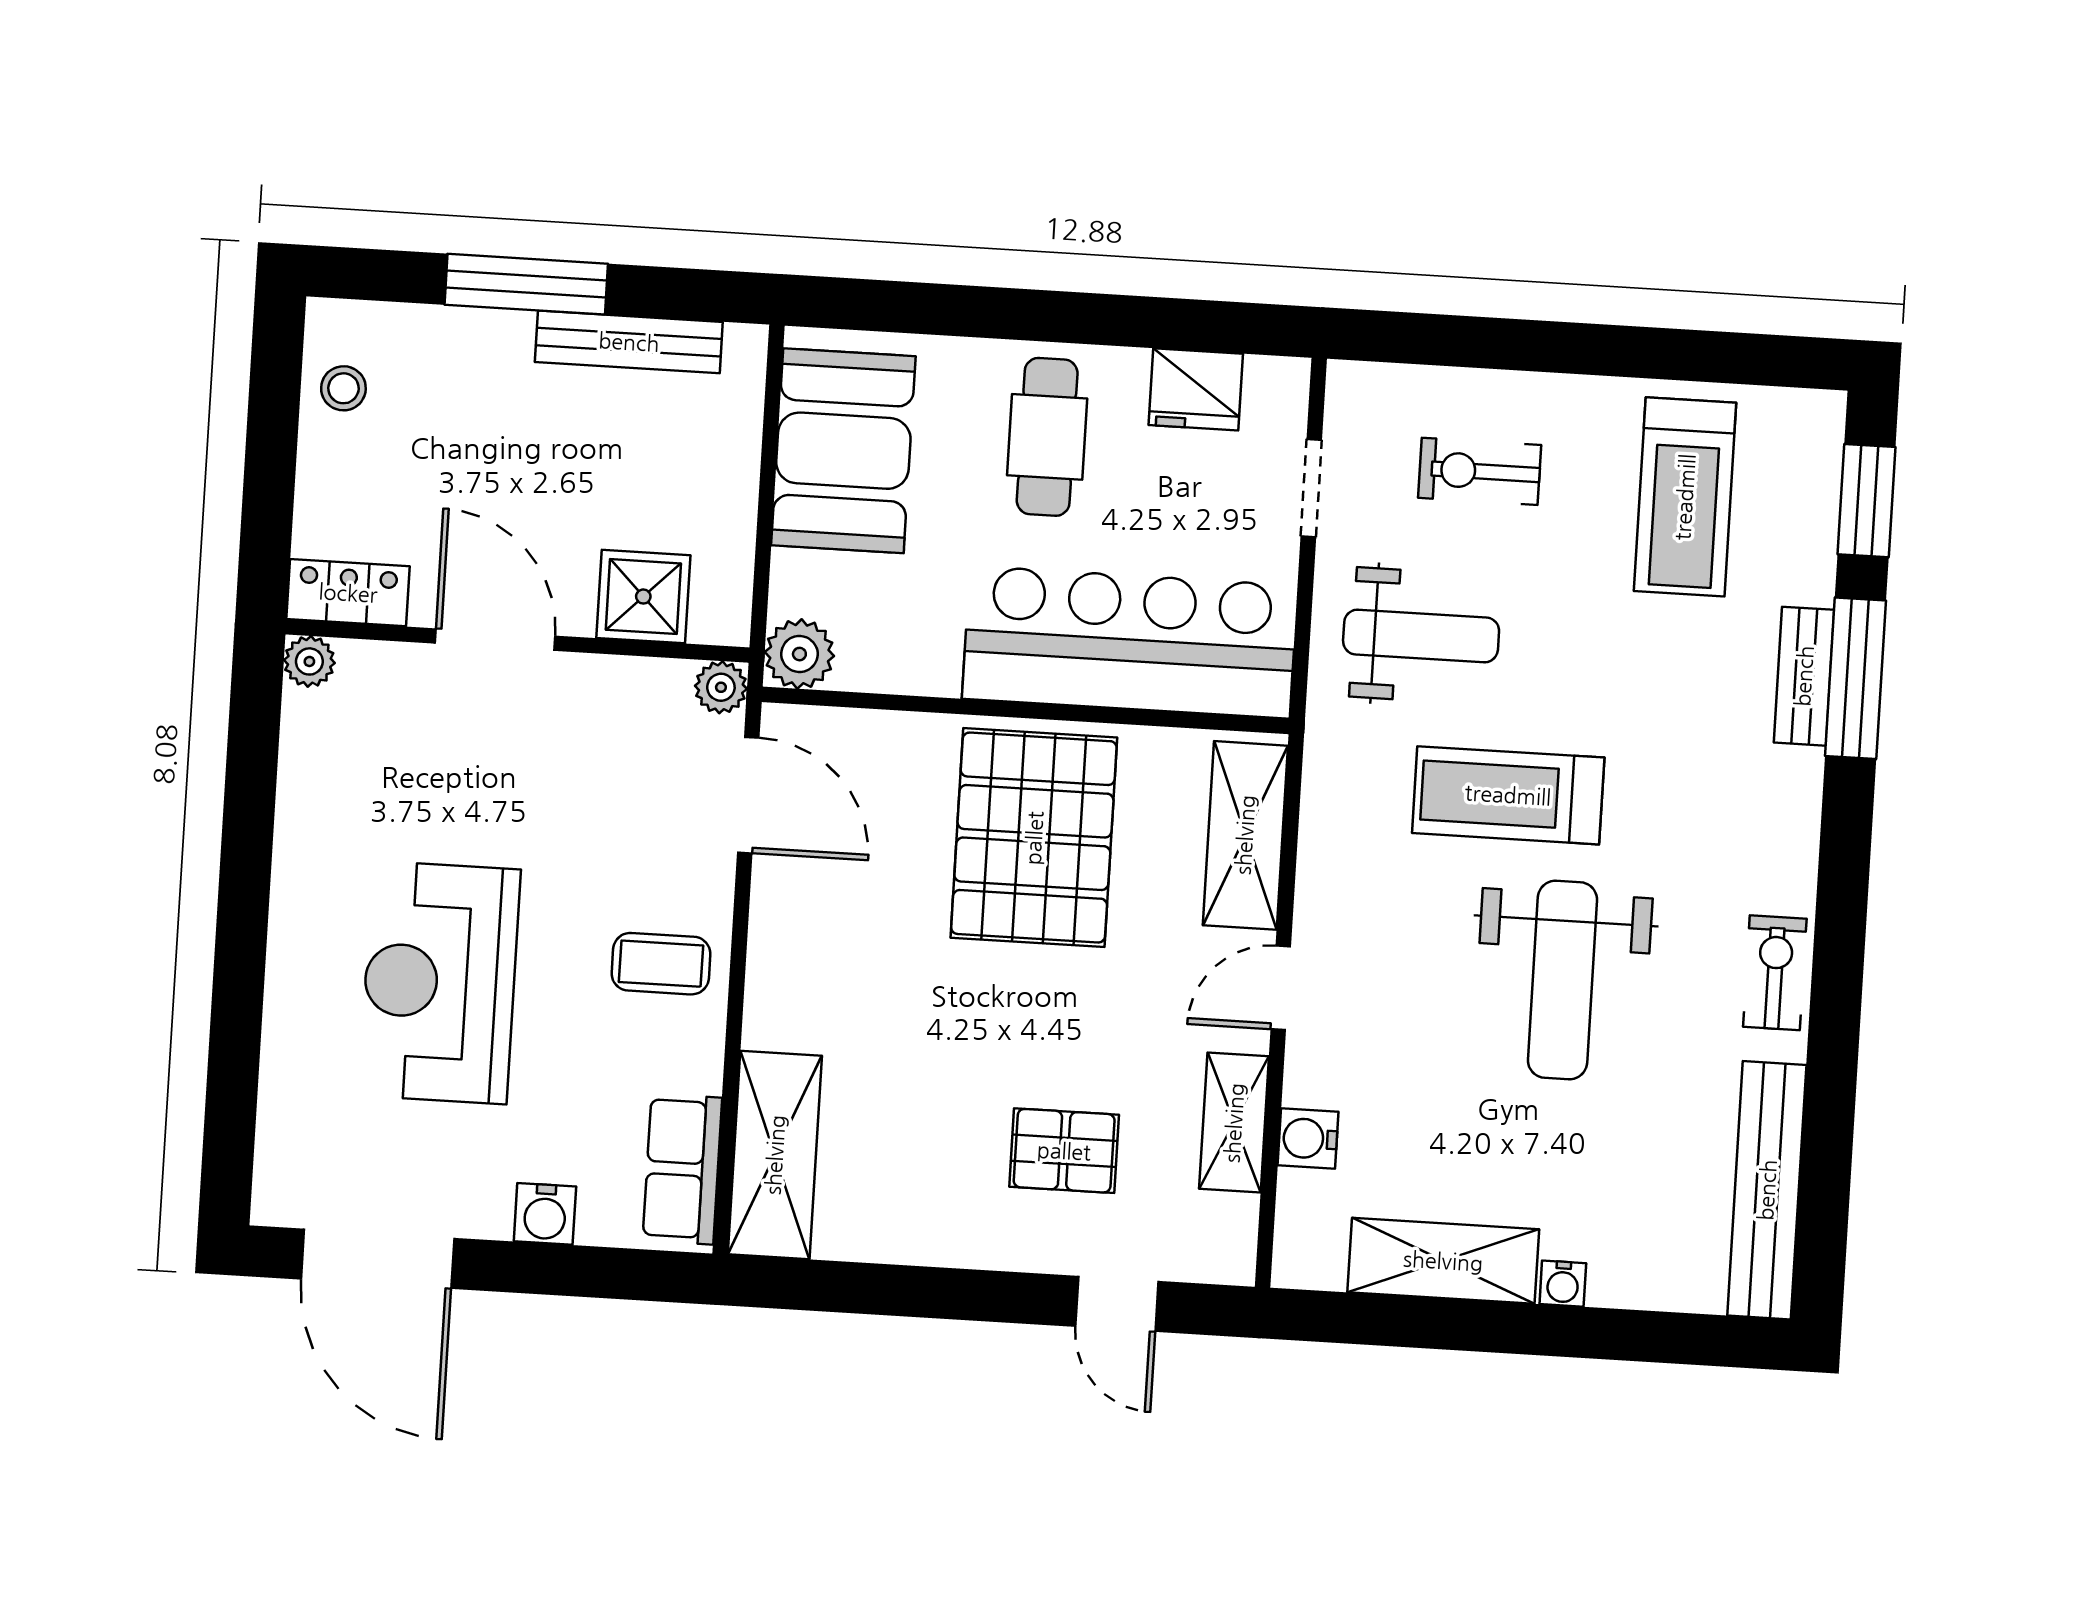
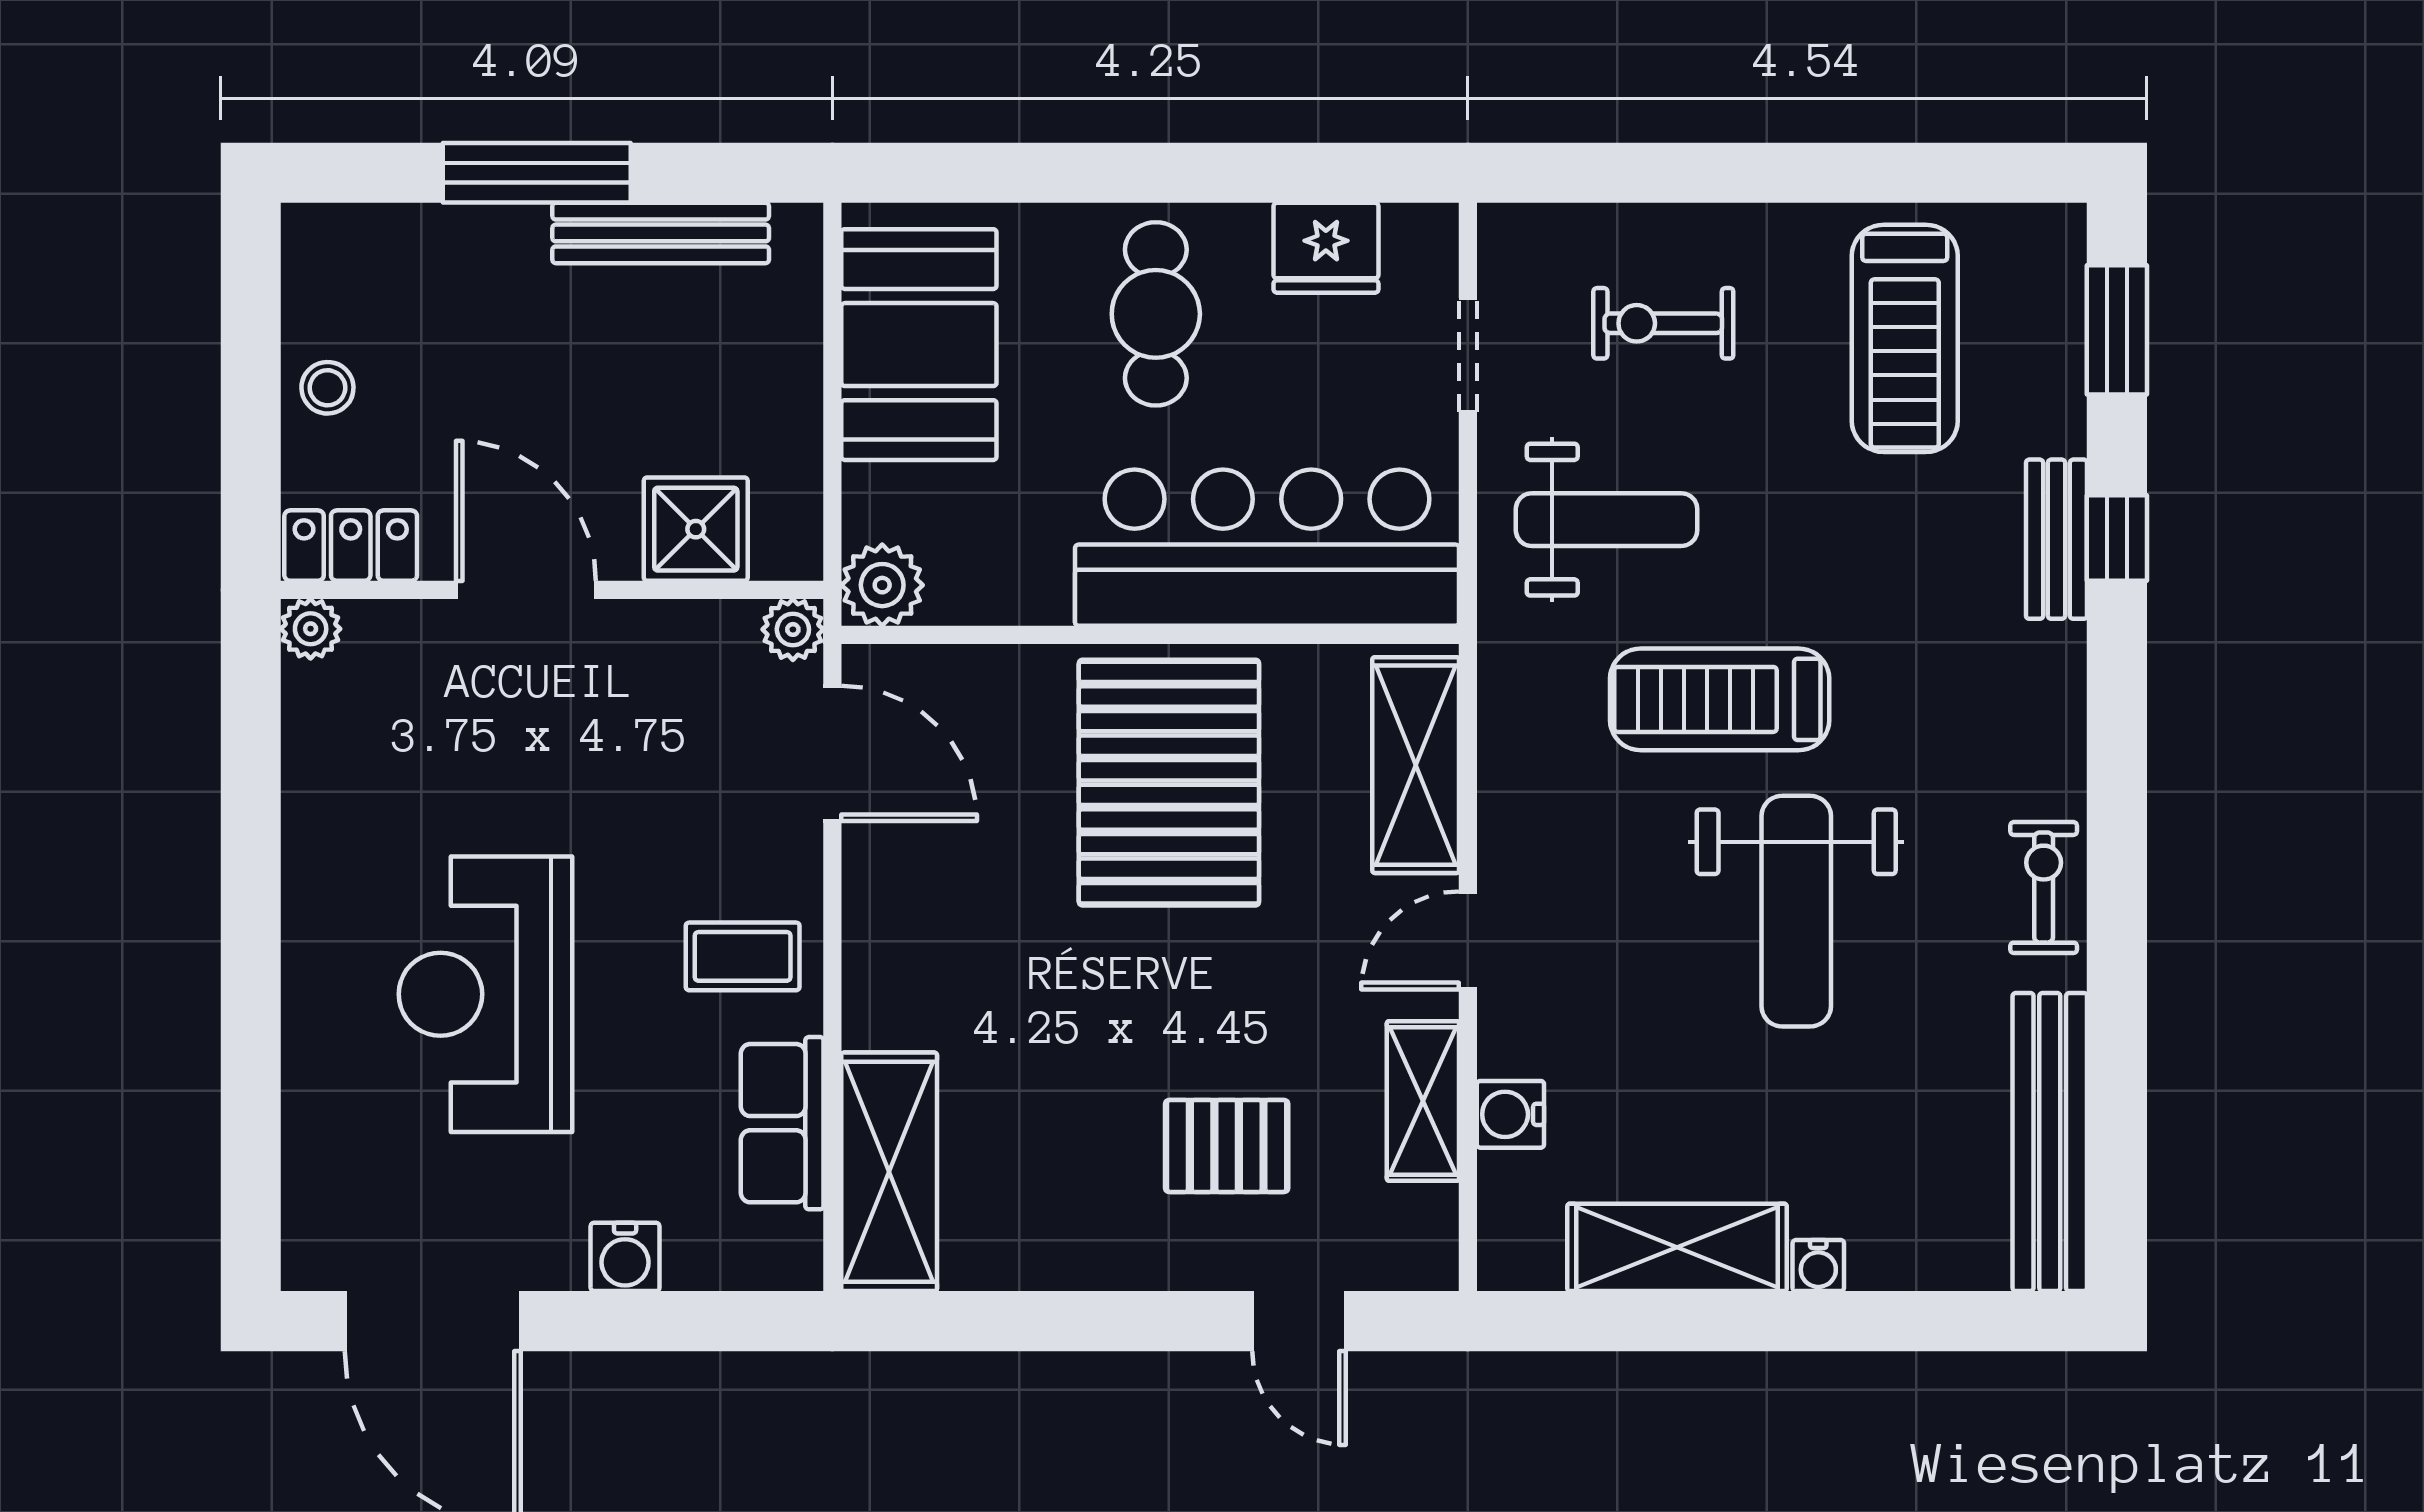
stool: (343, 388) -> (327, 388), moved
window: (1856, 678) -> (2117, 538), width x0.46
row of seats: (682, 1169) -> (782, 1123), moved

